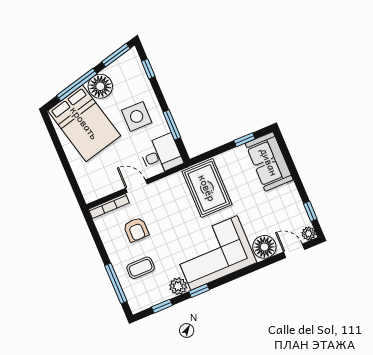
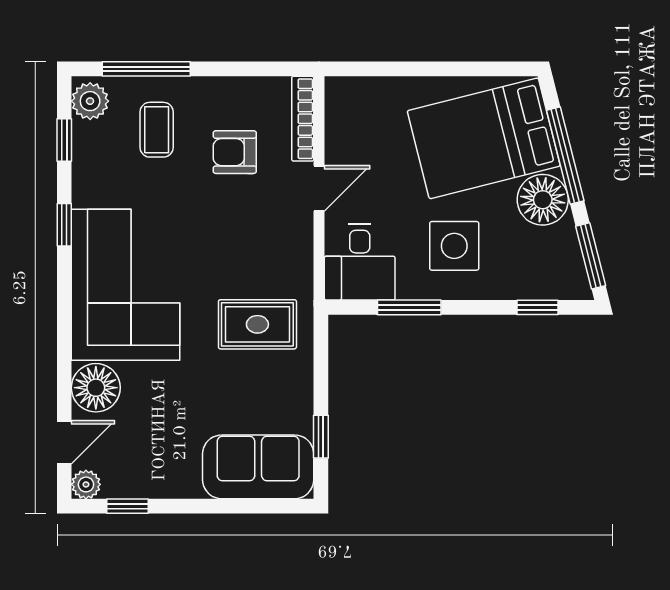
rug: (207, 188) -> (257, 324), width x0.73, depth x0.70
plant: (178, 286) -> (90, 101), moved

